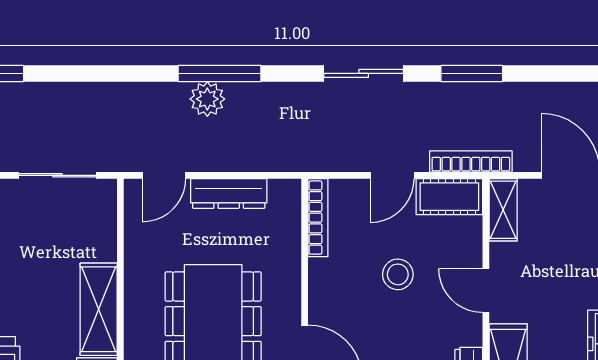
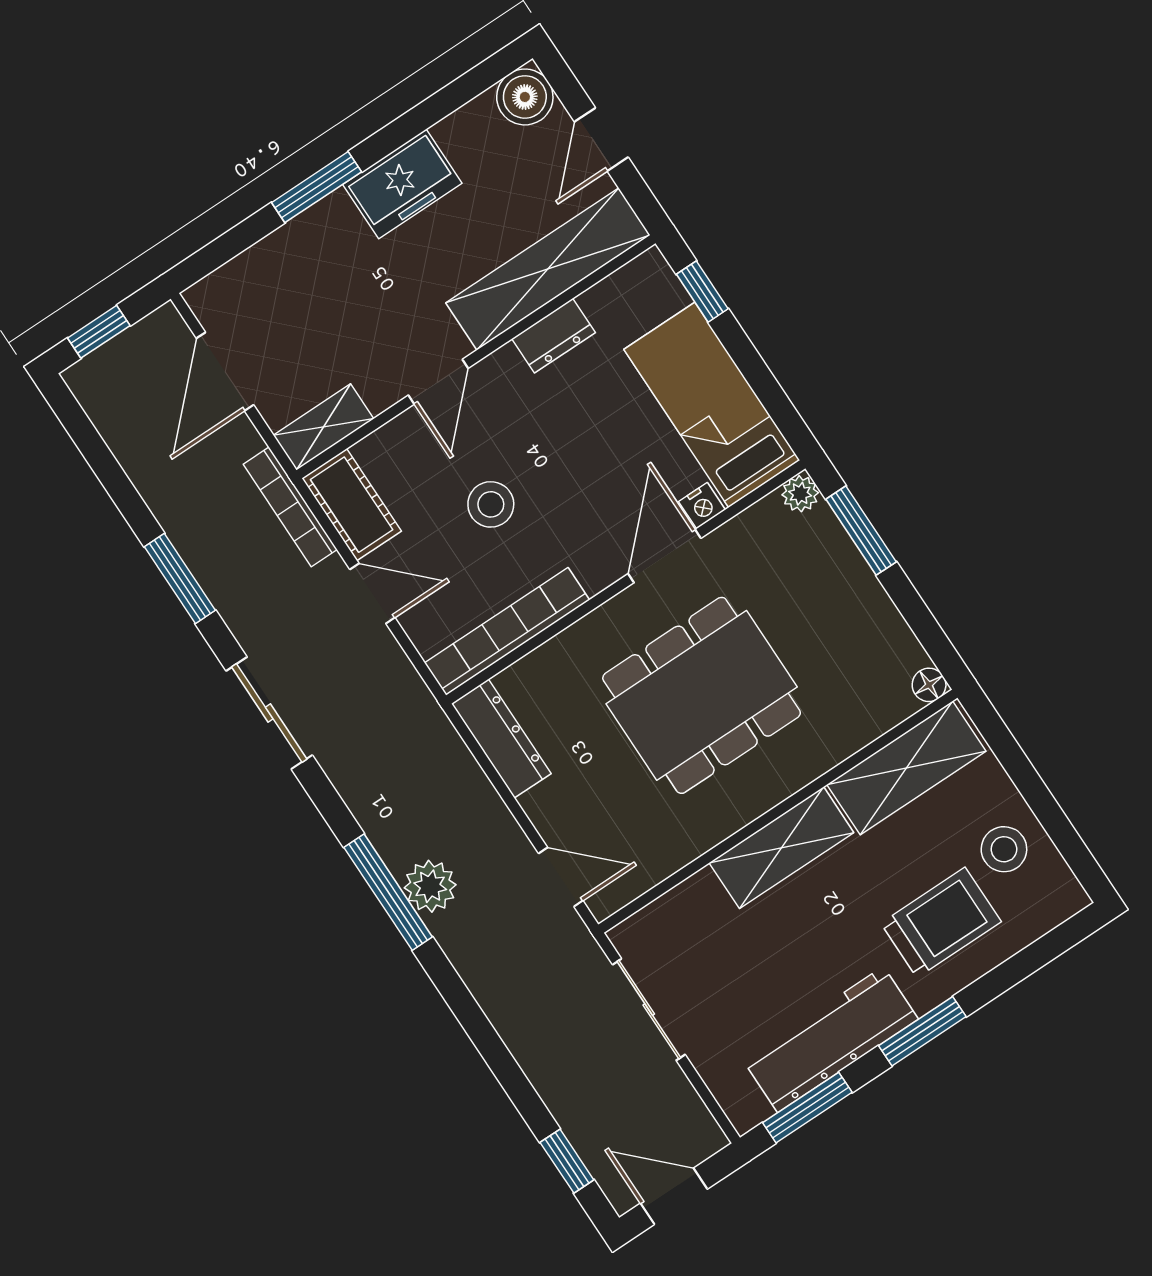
dresser: (229, 193) -> (501, 739), moved
bookcase: (318, 218) -> (507, 631), width x1.48, depth x1.31

